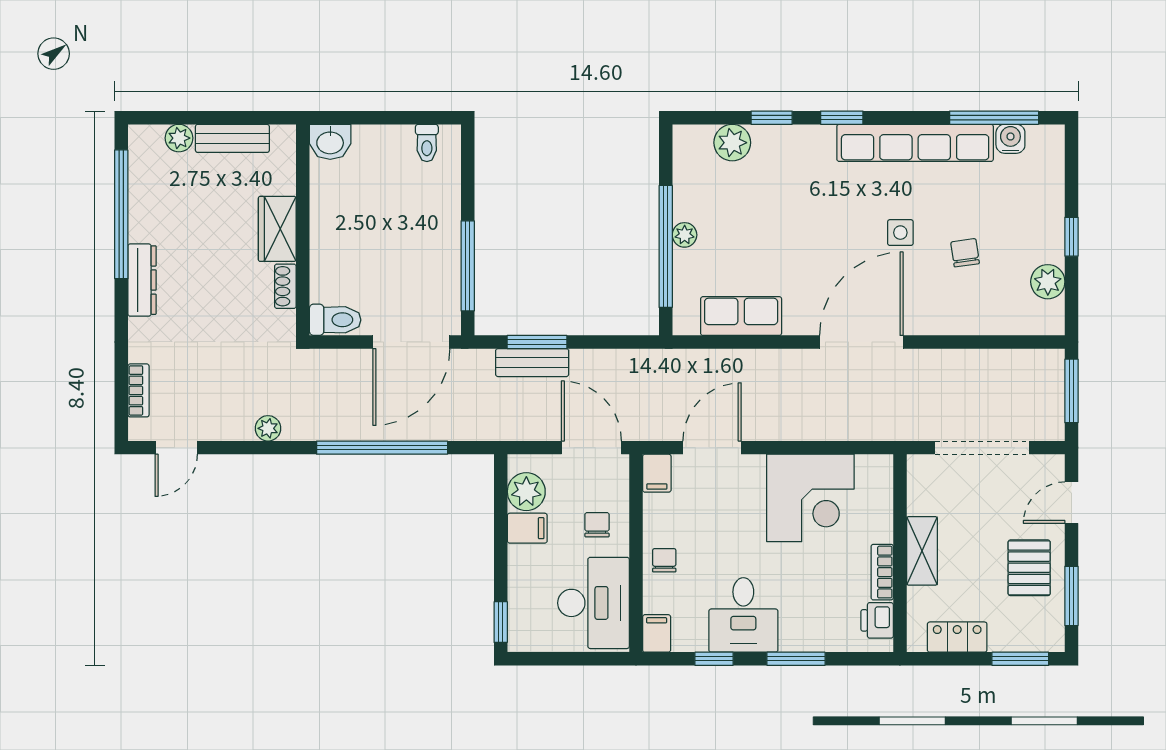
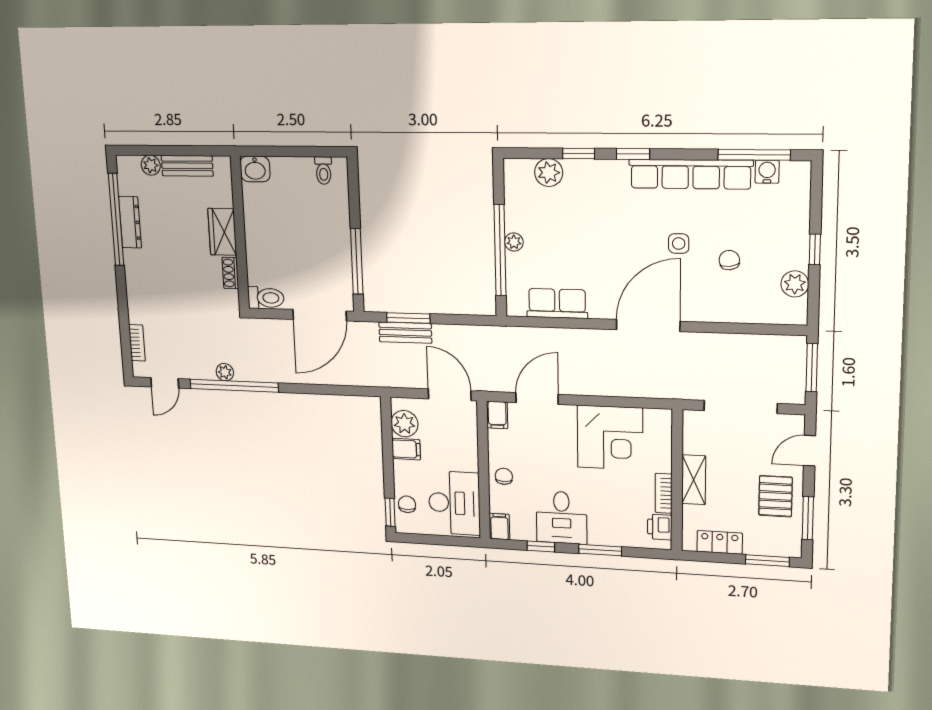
dresser: (142, 280) -> (130, 222), moved
window: (382, 448) -> (234, 386), moved
chair: (597, 525) -> (407, 504), moved

